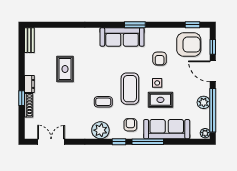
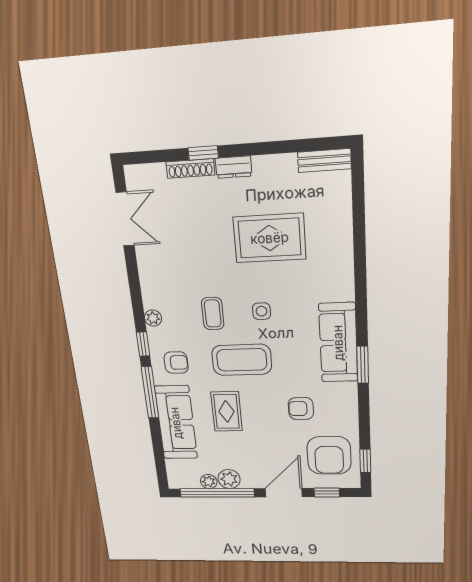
rug: (65, 69) -> (270, 238), width x1.36, depth x1.43
side table: (157, 83) -> (261, 311), moved
plant: (100, 130) -> (153, 318), width x0.53, depth x0.53
plant: (205, 133) -> (209, 481), moved

